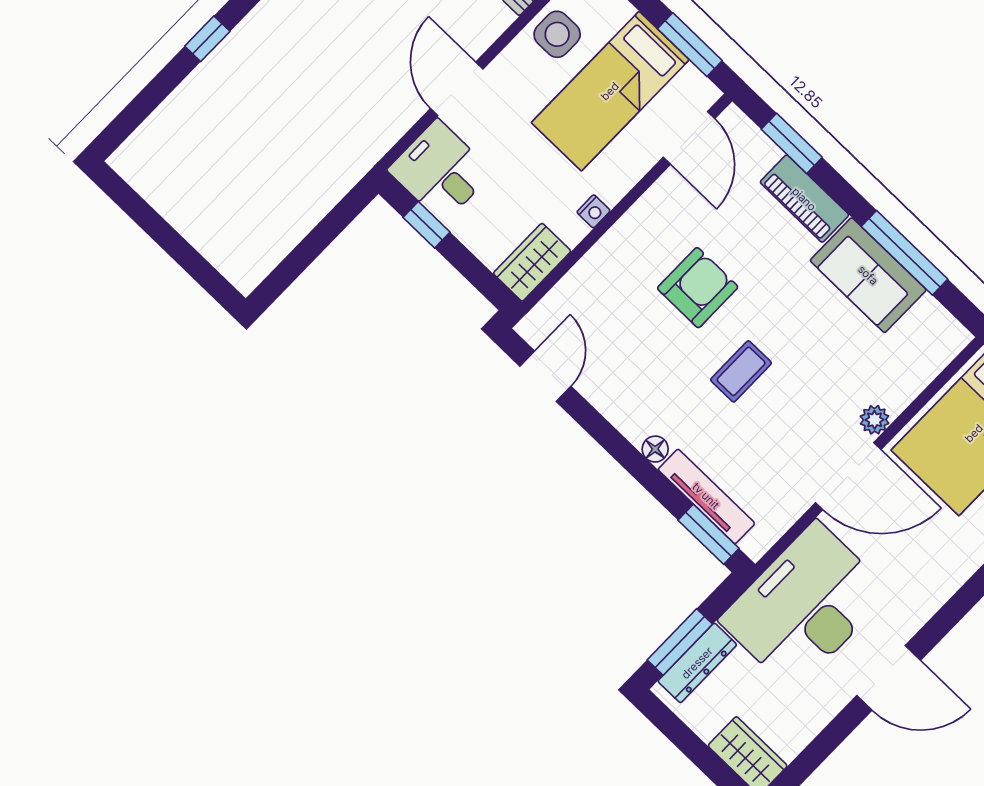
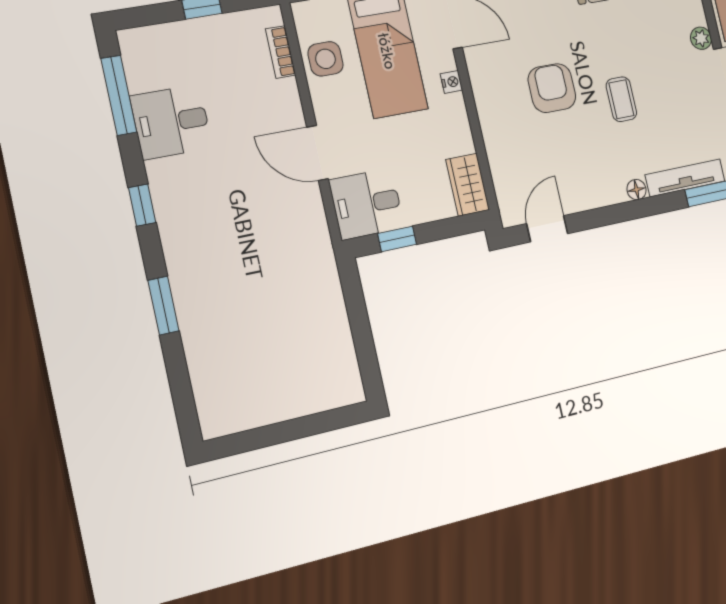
window: (207, 39) -> (163, 306), width x1.50
nightstand: (594, 211) -> (451, 82), moved
door: (545, 376) -> (547, 229), hinge flipped

